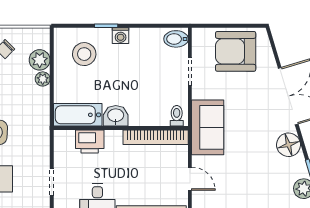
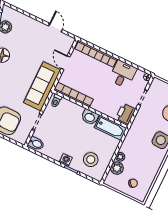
sofa: (208, 127) -> (42, 86), width x1.36
printer: (90, 142) -> (126, 114), moved, turned -90

